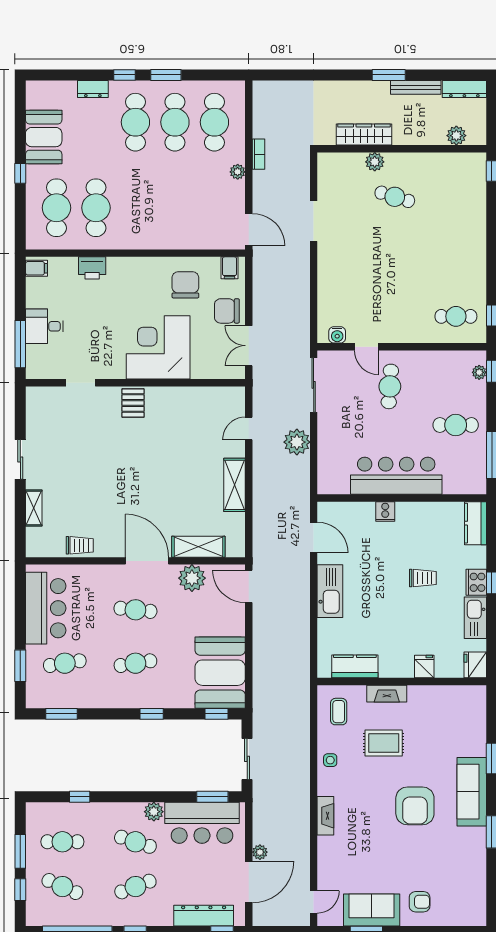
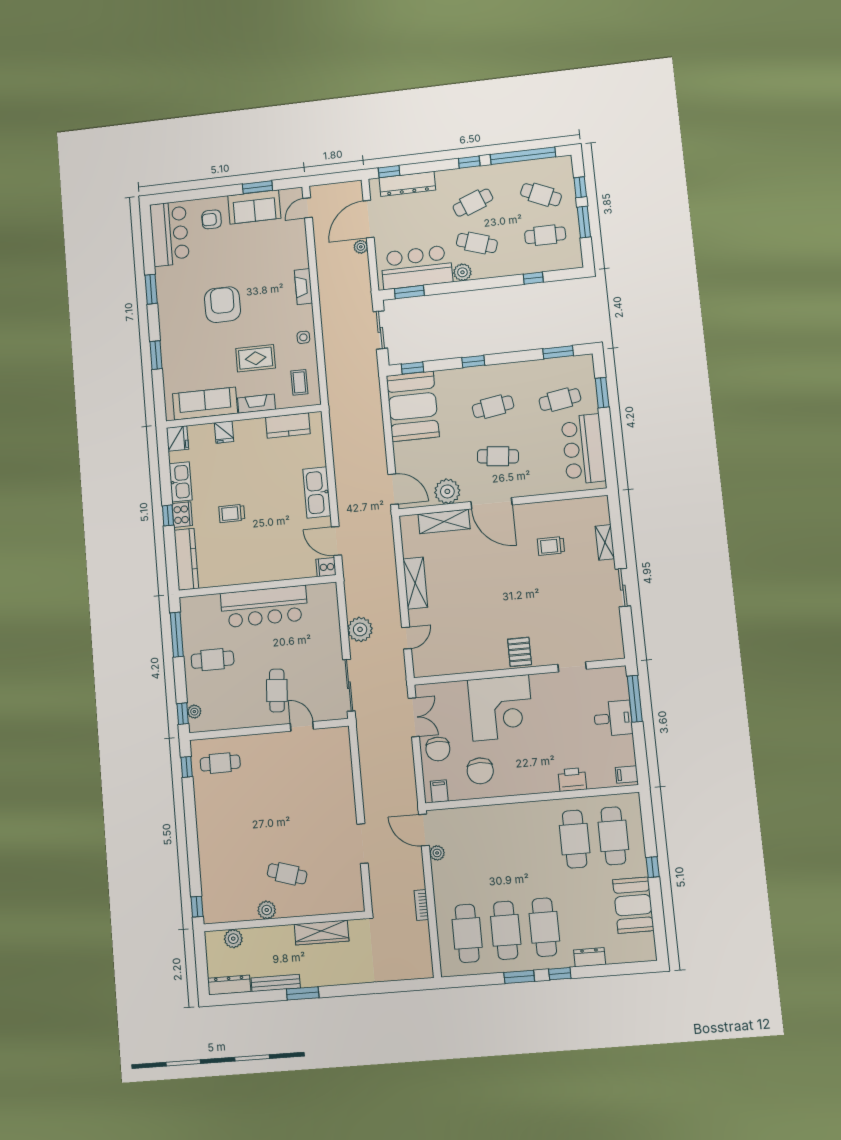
plant: (375, 162) -> (267, 910), moved
plant: (238, 172) -> (437, 853), moved
chair: (227, 311) -> (438, 749), turned 90
water cooler: (337, 335) -> (331, 735), removed
cooker: (385, 511) -> (326, 567), moved, turned -90
kitchen counter: (476, 523) -> (186, 559), width x1.50
trolley: (80, 545) -> (551, 546), moved
sofa: (472, 792) -> (205, 404), moved, turned -90
bar counter: (467, 891) -> (170, 234), added

